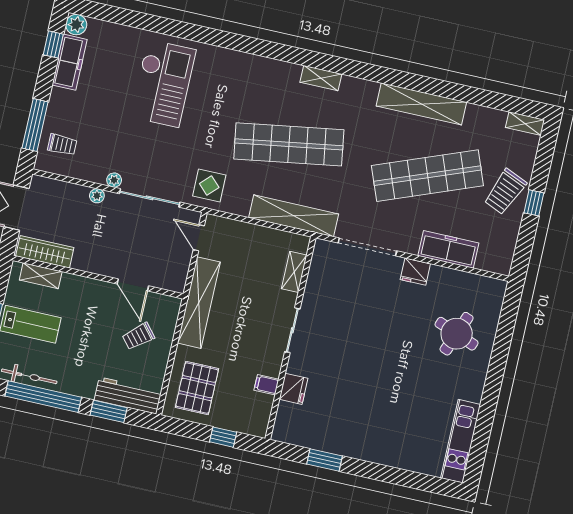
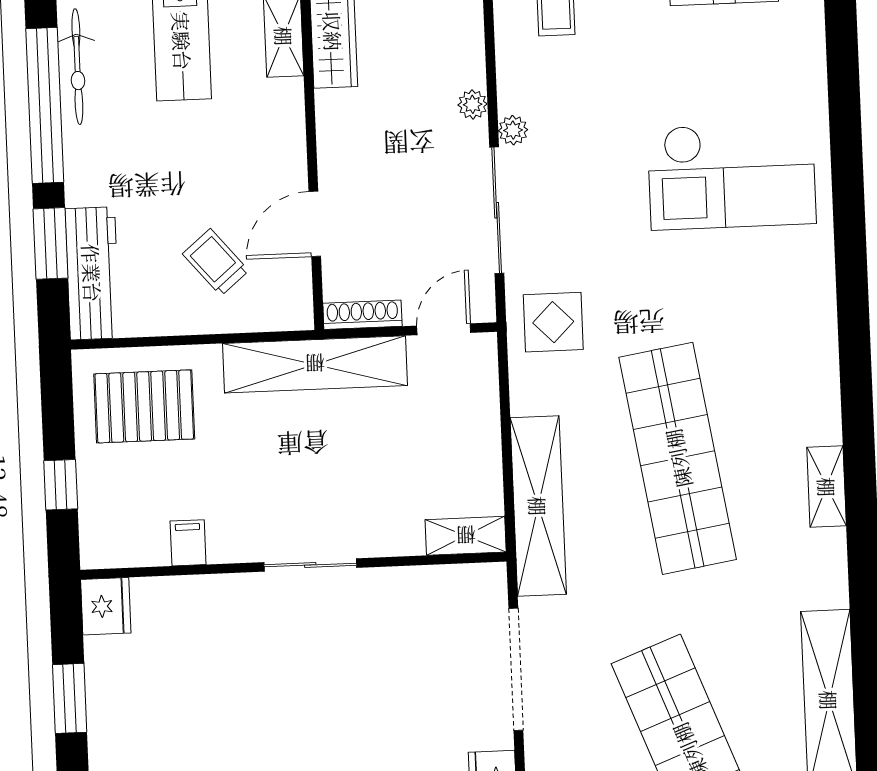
shelving: (294, 272) -> (466, 536), moved
shoe rack: (182, 274) -> (362, 315), added
fridge: (293, 389) -> (106, 606), moved, turned -90

